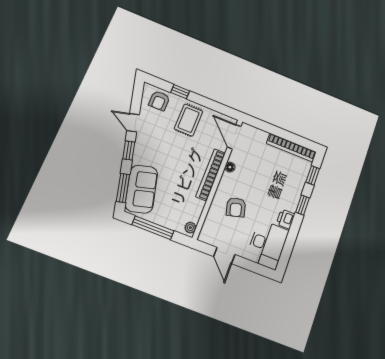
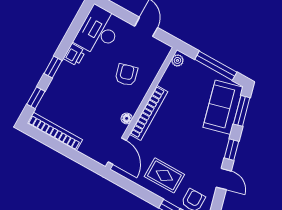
rug: (189, 120) -> (164, 175), turned 90

